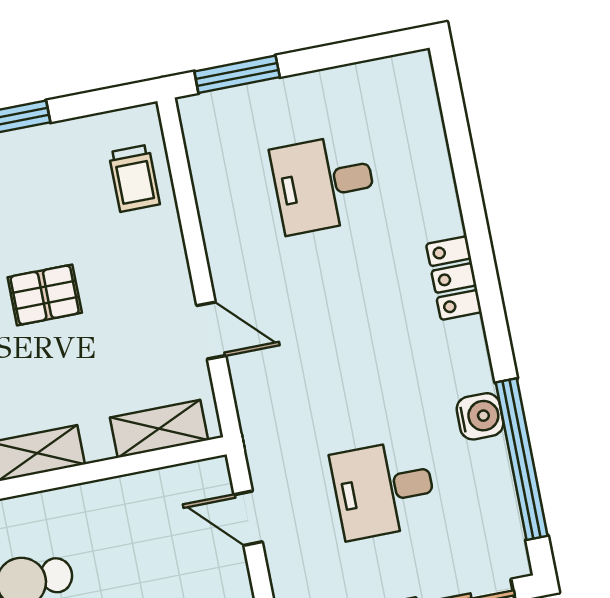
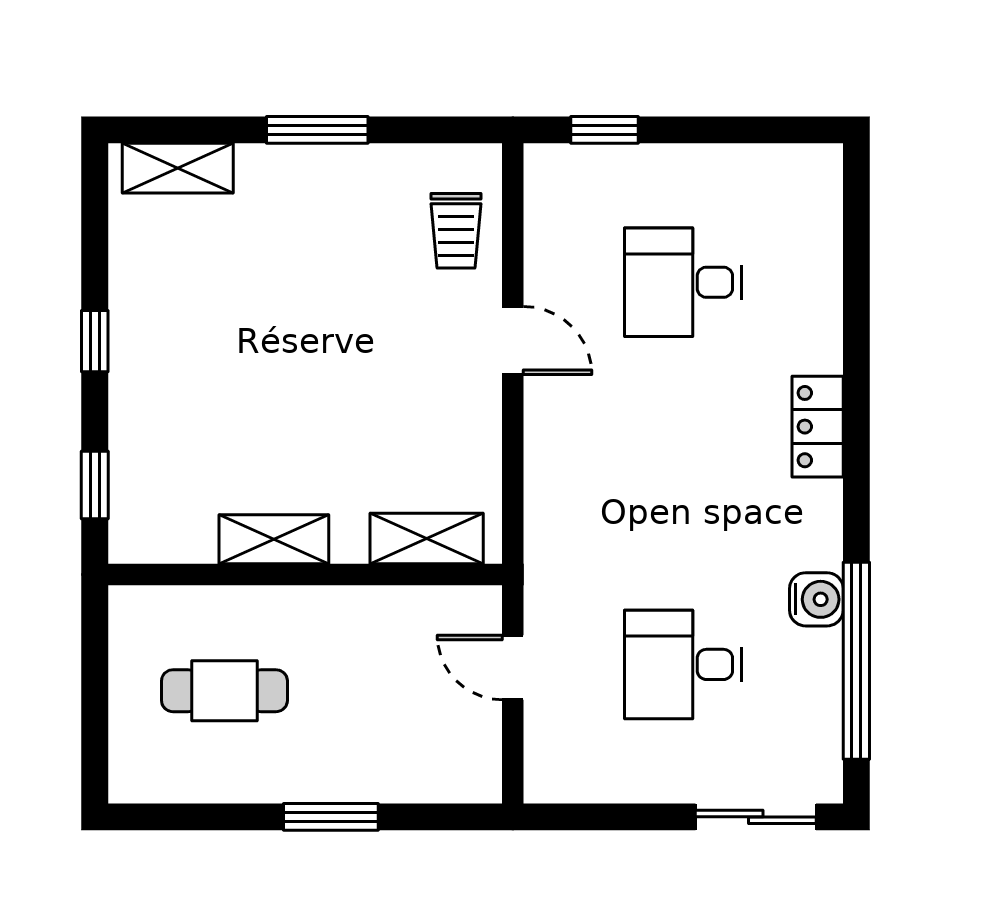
window: (237, 74) -> (604, 130), width x0.67
pallet: (45, 295) -> (320, 350), removed
door: (211, 331) -> (513, 341), moved

